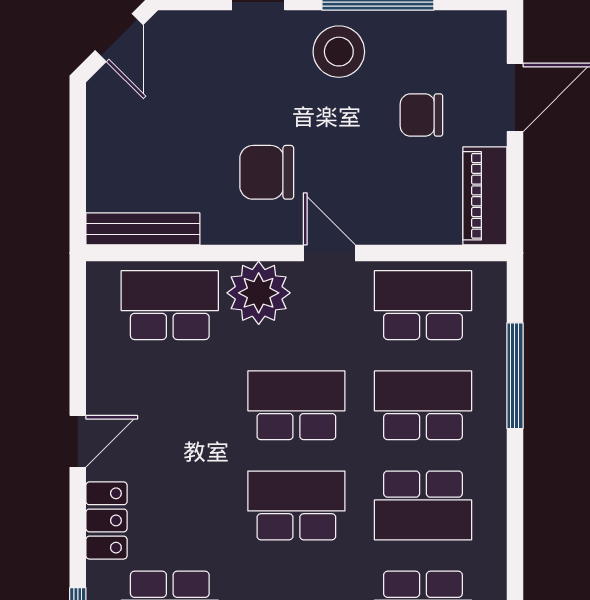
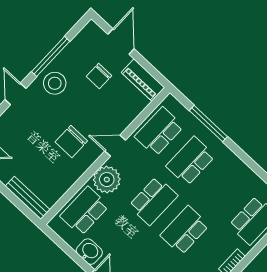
bench: (143, 229) -> (28, 198), moved, turned 90
washbasin: (109, 378) -> (89, 252), added
school desk: (296, 405) -> (153, 201), turned 180
school desk: (423, 505) -> (222, 191), removed

